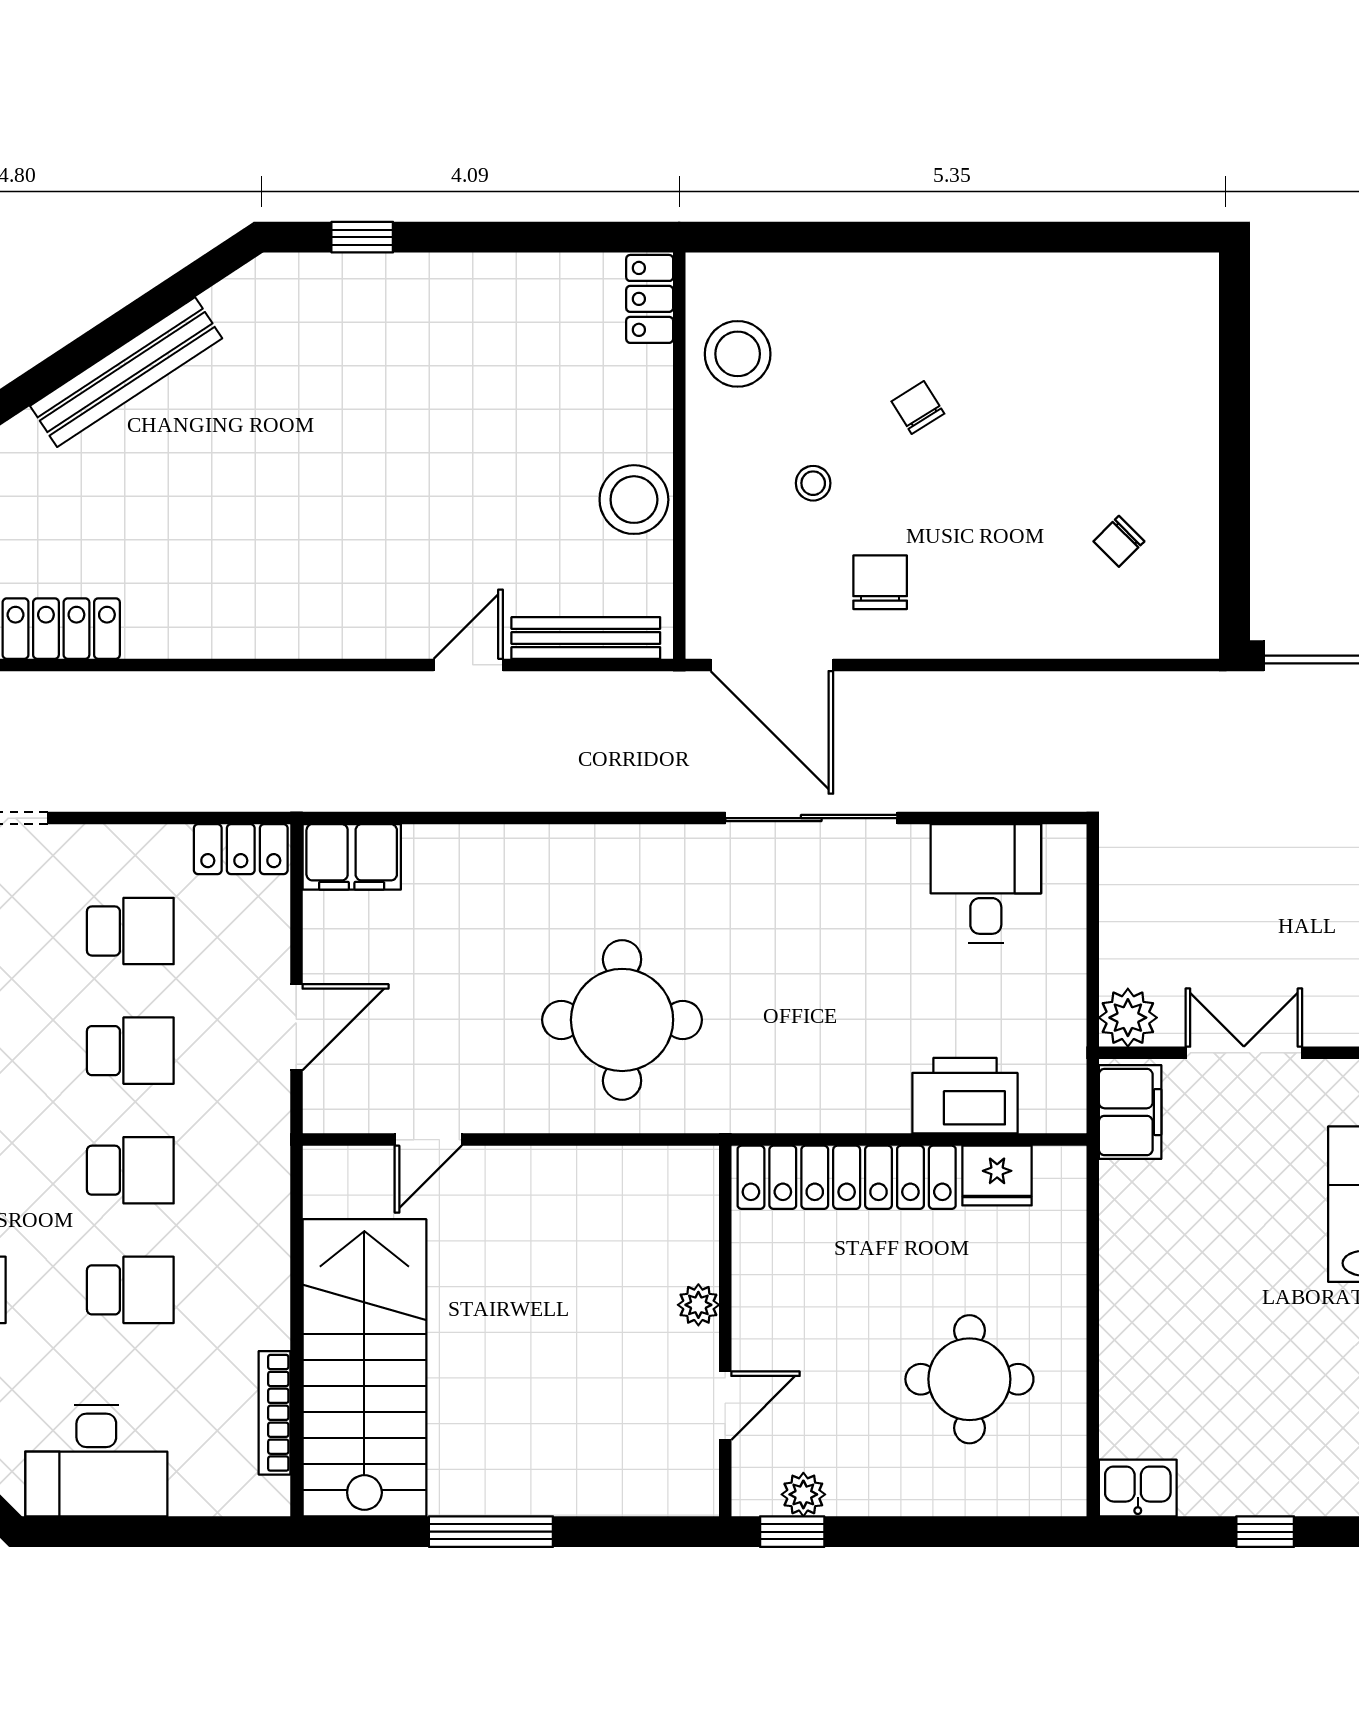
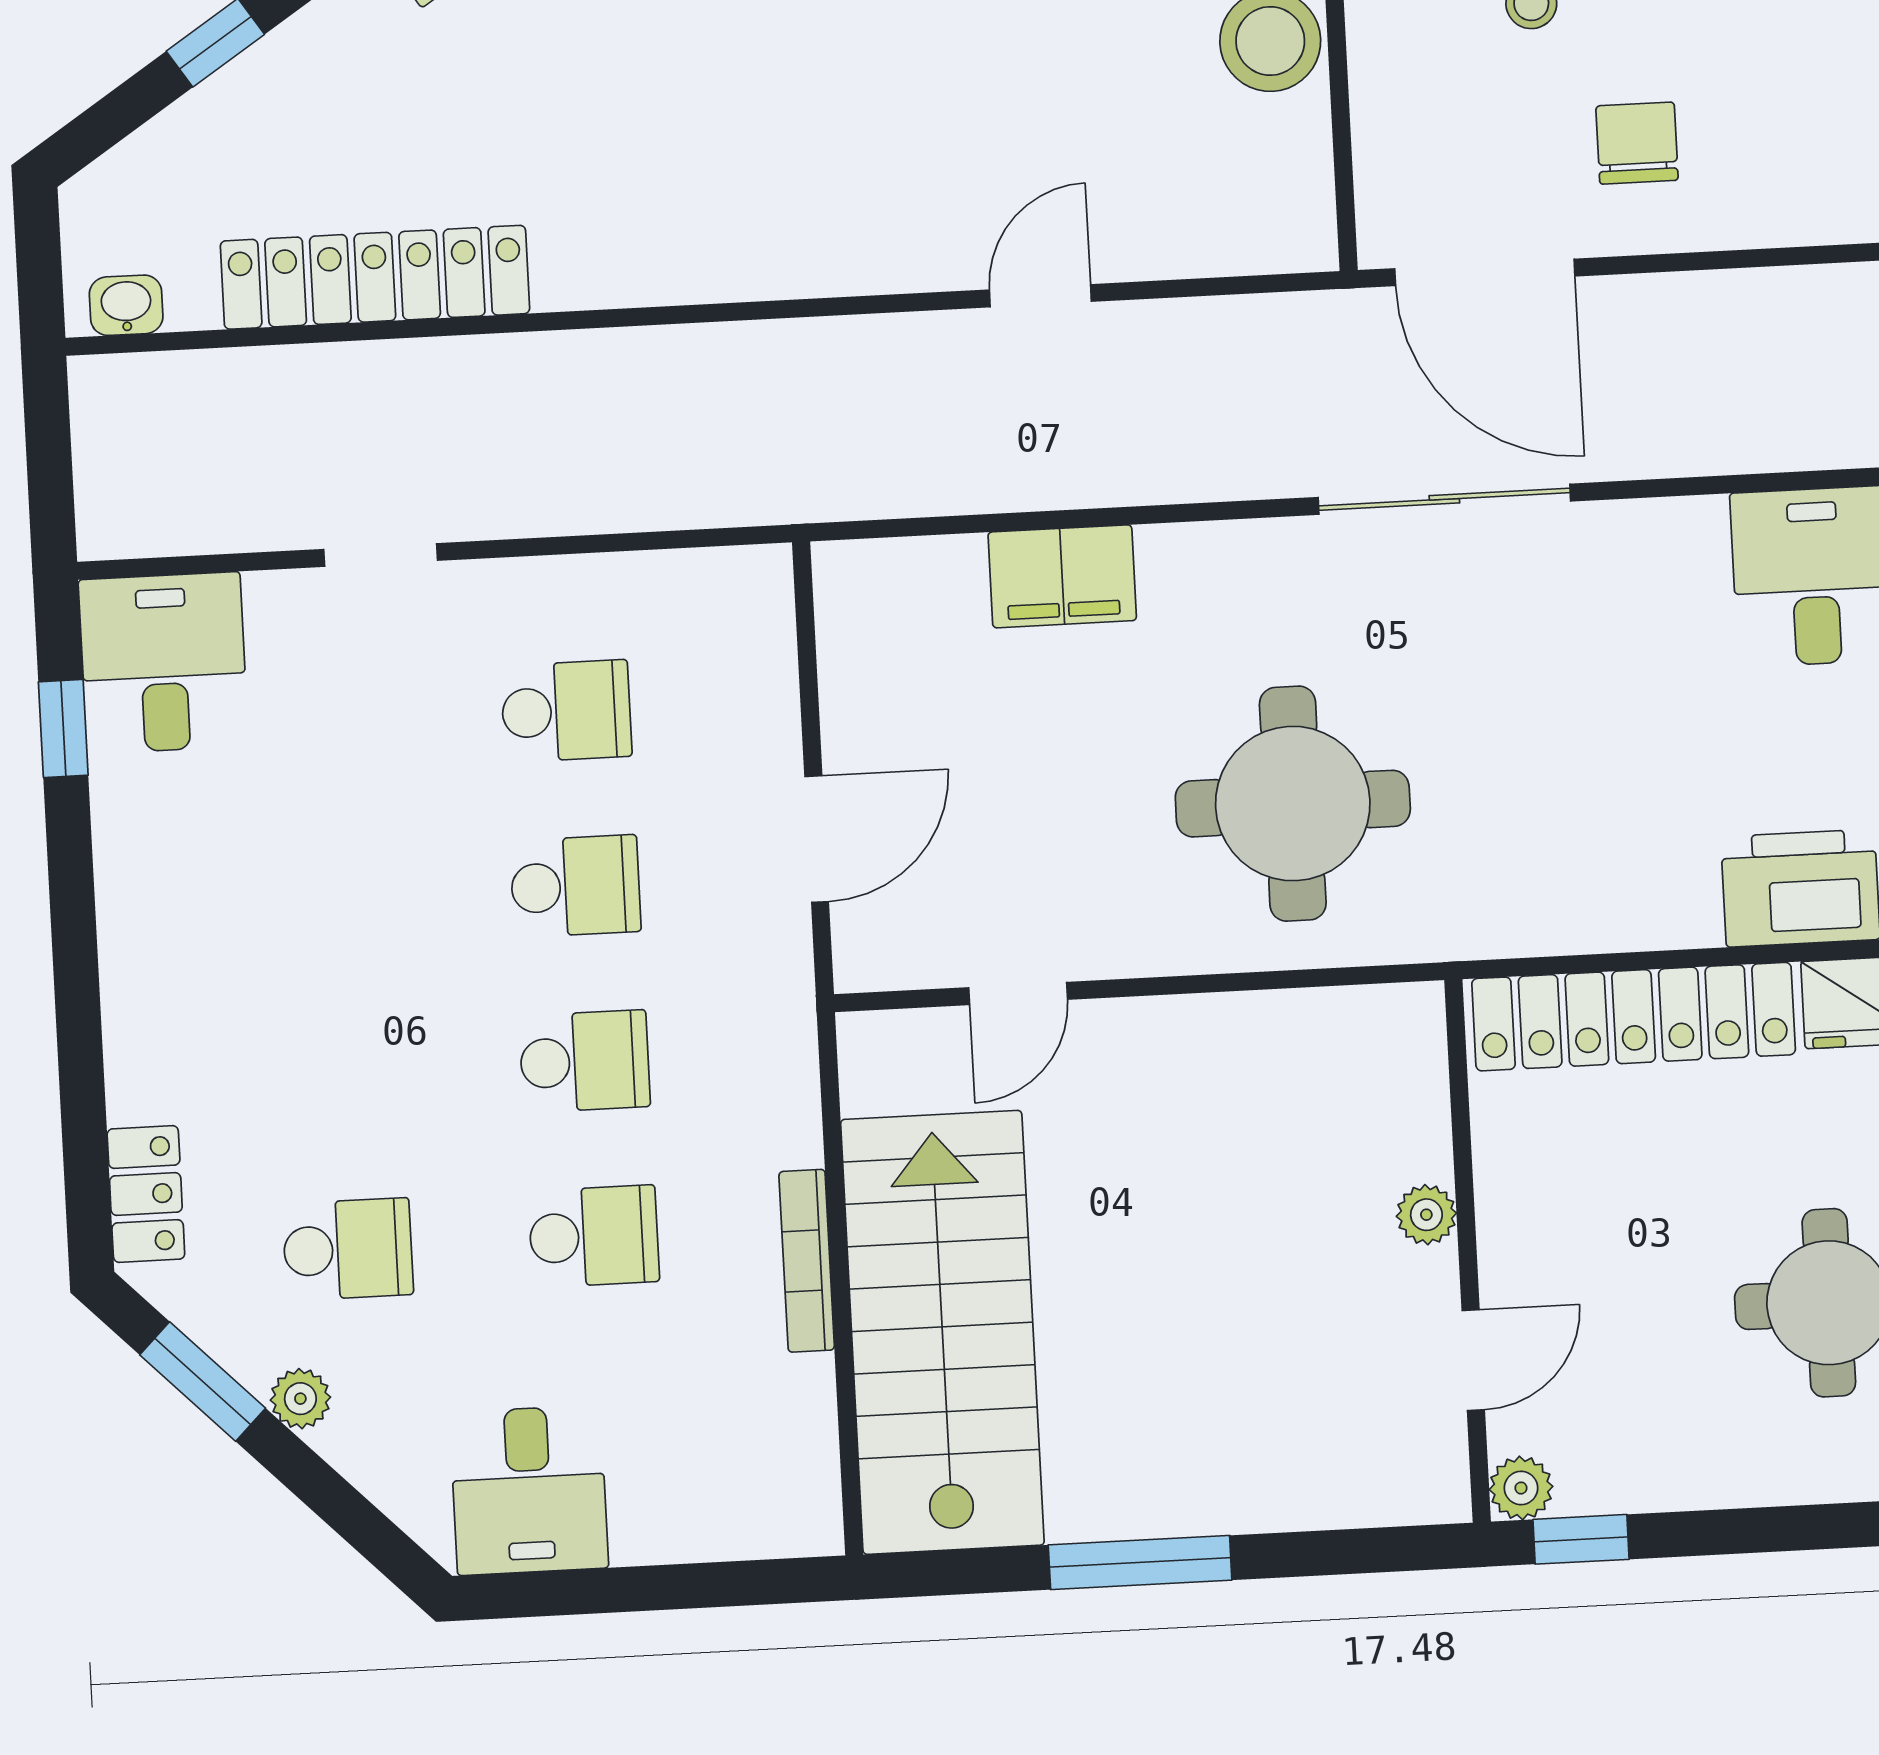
bench: (586, 638) -> (1211, 247), removed
sliding door: (811, 818) -> (1444, 499), moved
locker: (241, 849) -> (722, 583), removed
filing cabinet: (352, 857) -> (1062, 576), moved
bookcase: (274, 1413) -> (807, 1261), moved
desk: (96, 1460) -> (529, 1490), width x0.73
plant: (803, 1494) -> (1521, 1488), moved

